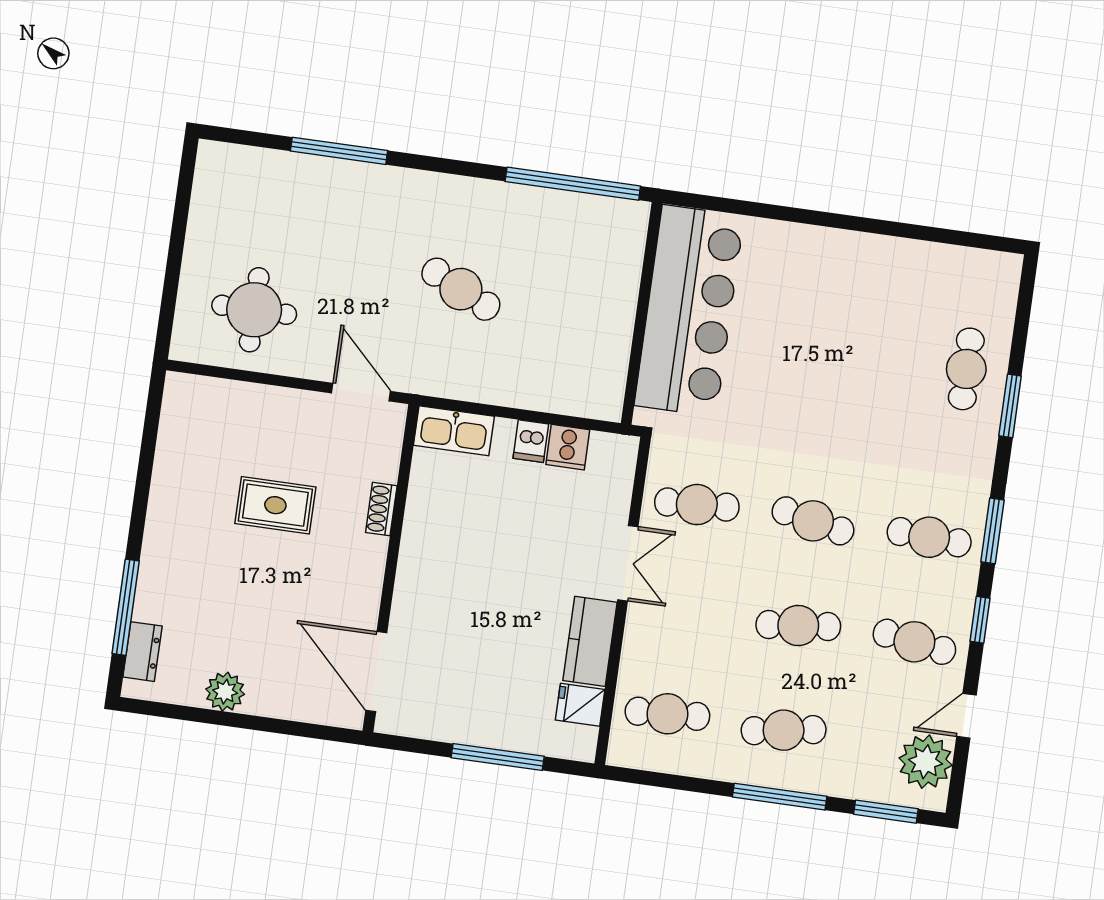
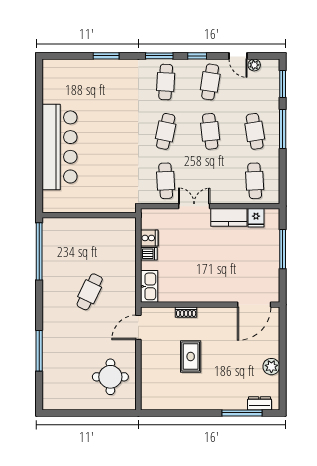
bar counter: (689, 311) -> (60, 147), moved, turned 90
cafe table: (966, 369) -> (93, 76), removed
plant: (926, 762) -> (254, 65), width x0.53, depth x0.53

